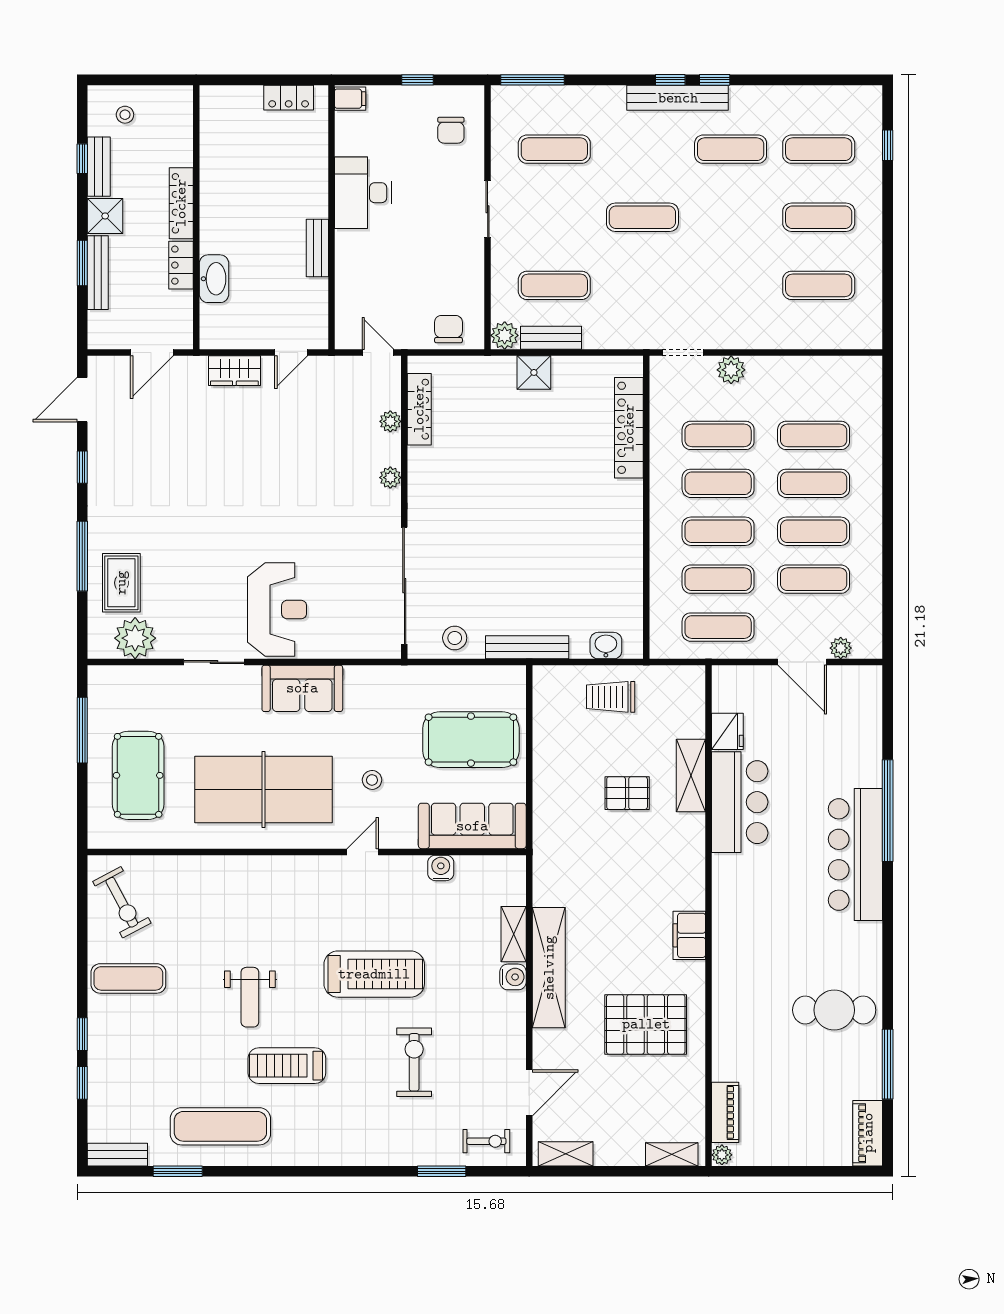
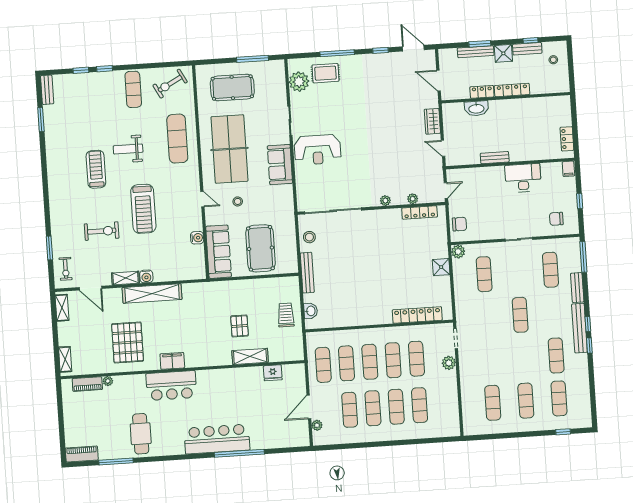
bench: (551, 338) -> (577, 288), moved
bar counter: (740, 802) -> (171, 386), moved
shelving: (514, 934) -> (126, 278), moved
exercise mat: (220, 1126) -> (177, 139), moved
plant: (722, 1155) -> (108, 381), moved

